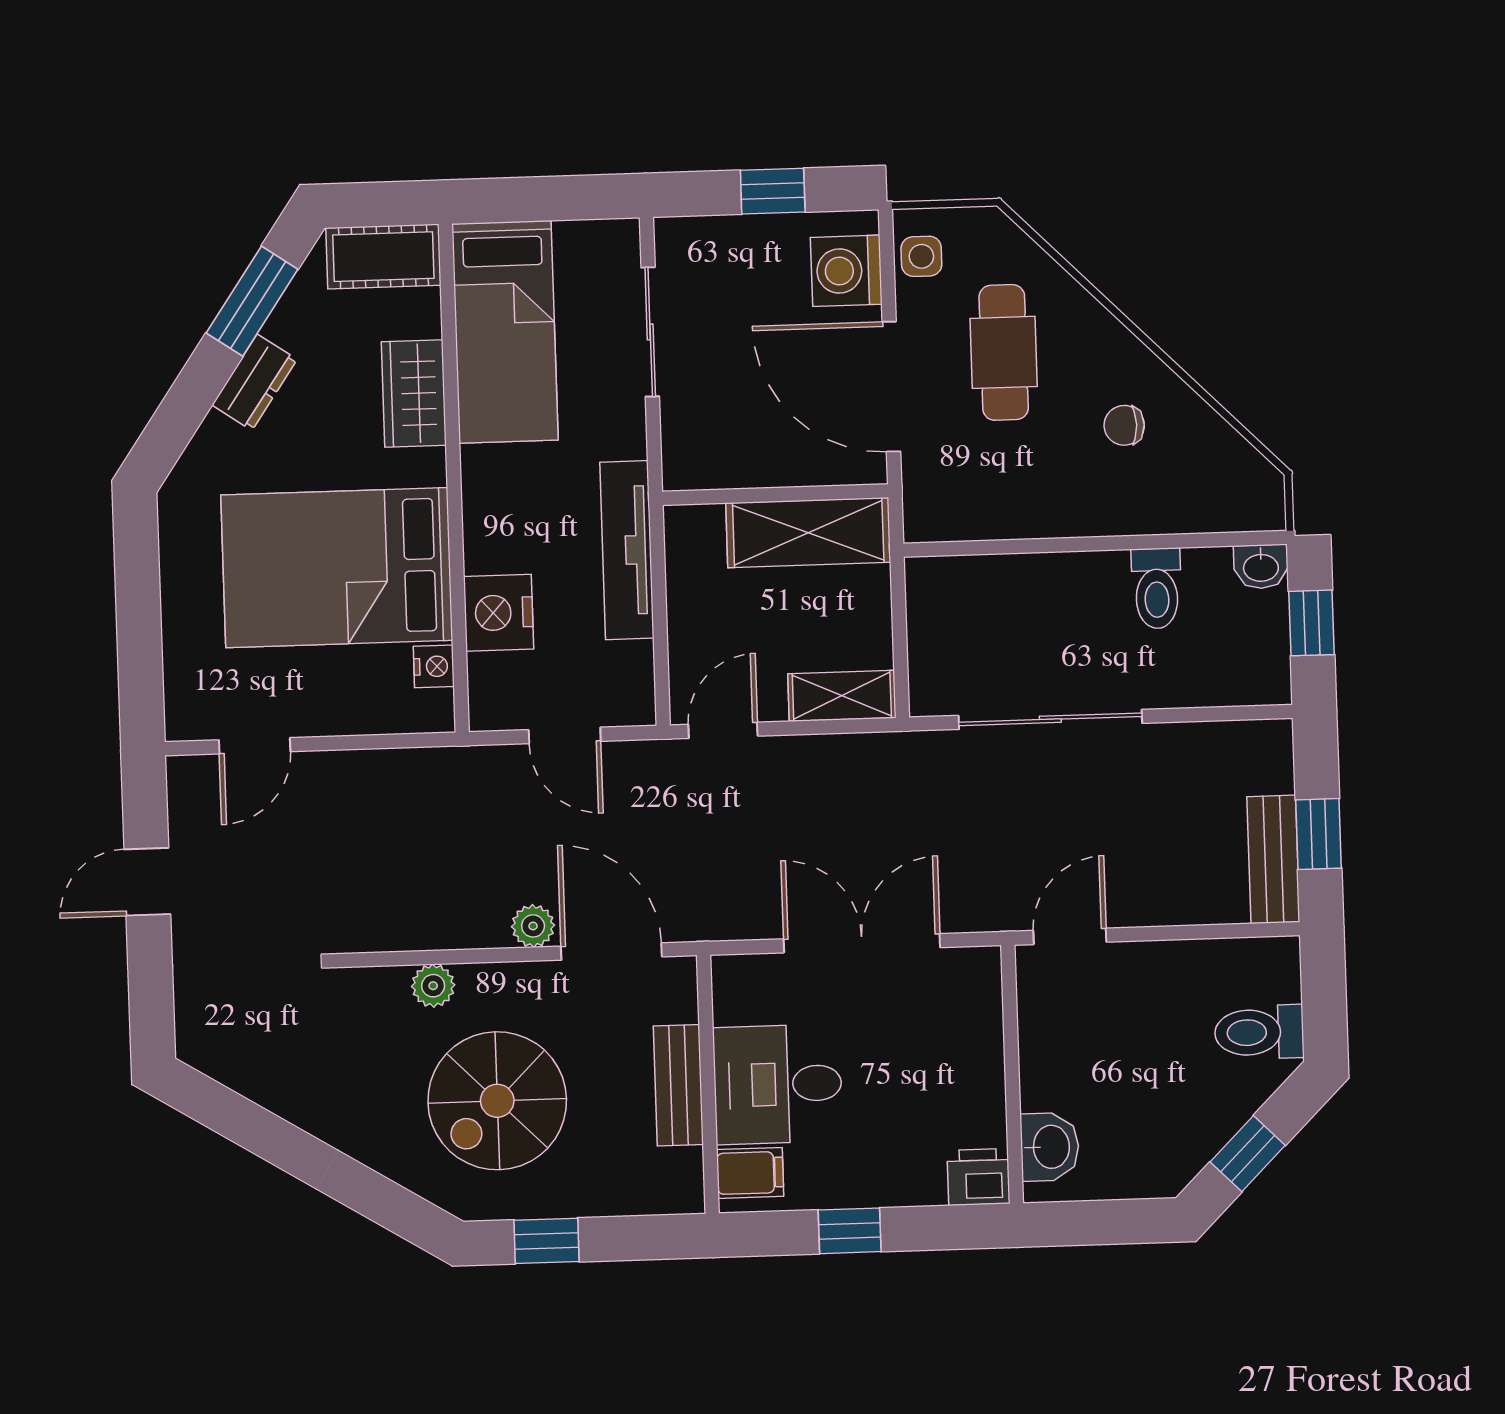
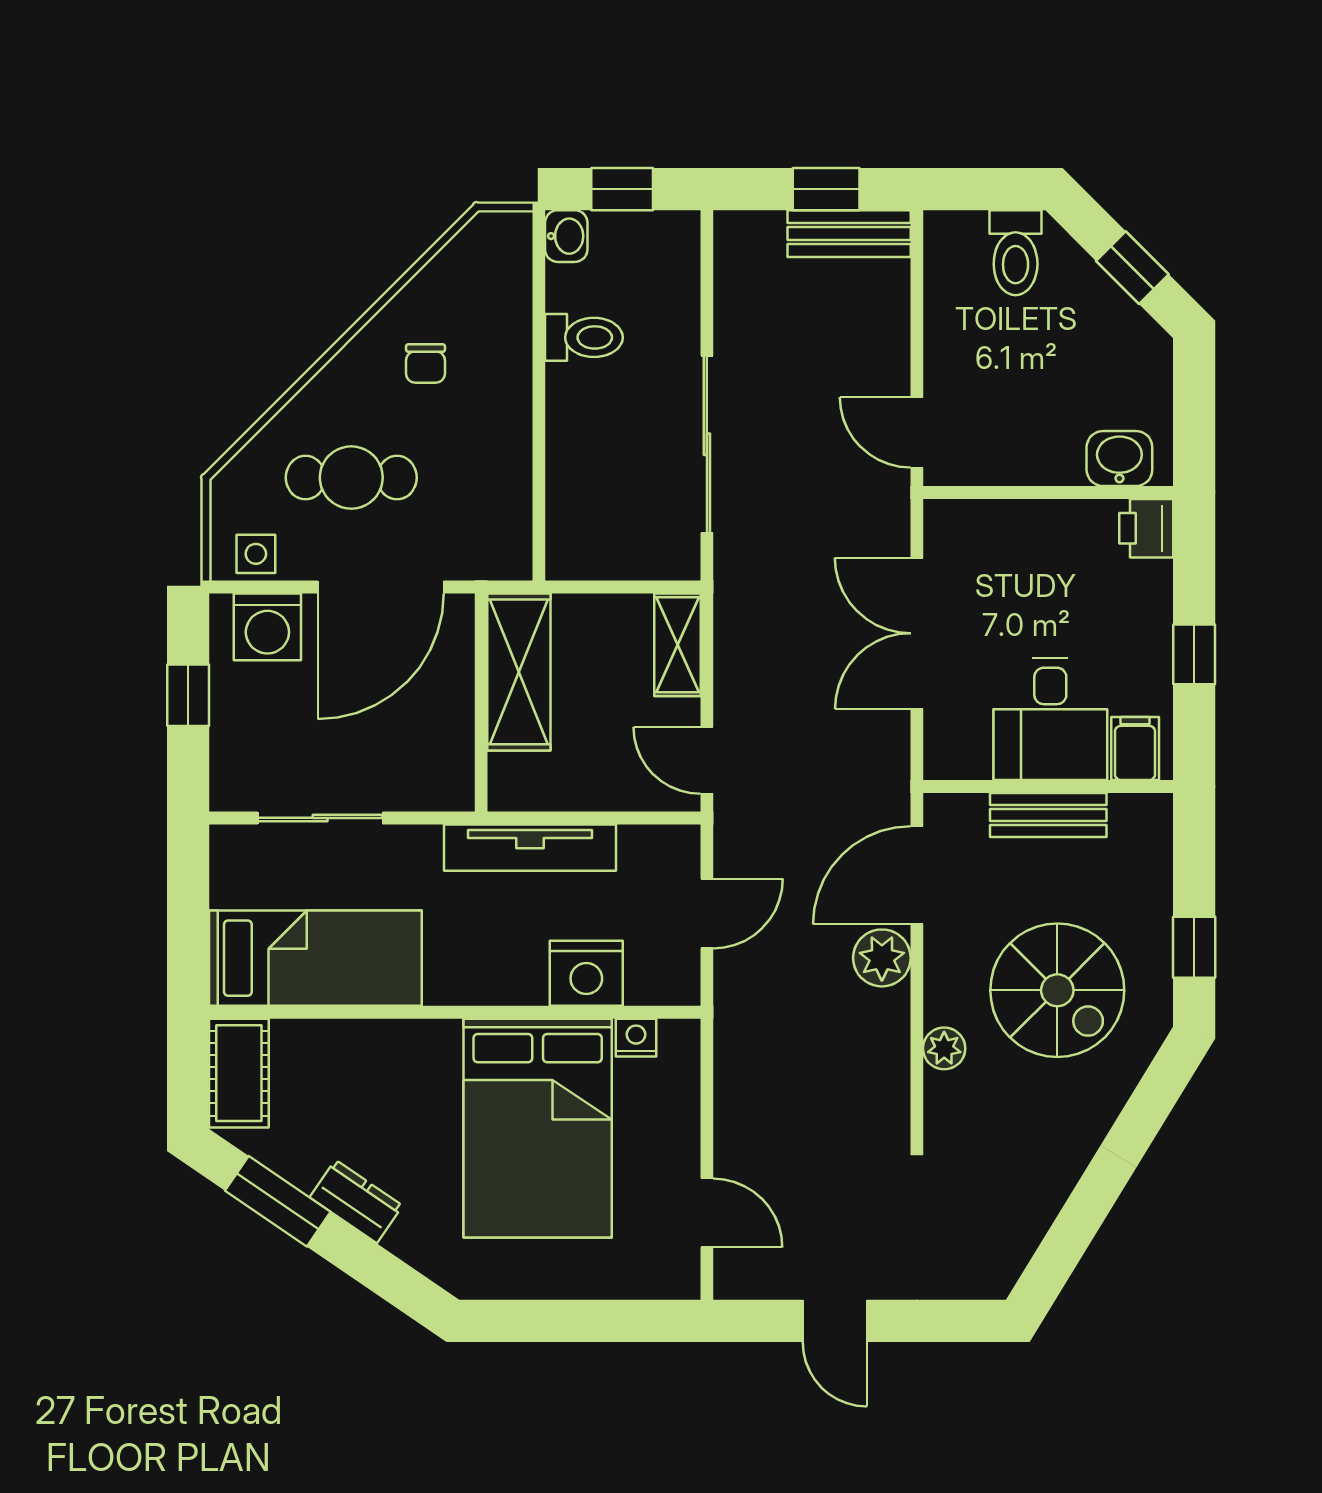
wardrobe: (414, 393) -> (372, 1048), removed
plant: (533, 926) -> (882, 958), width x1.38, depth x1.38

